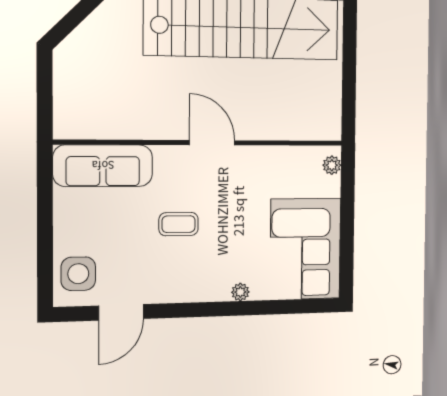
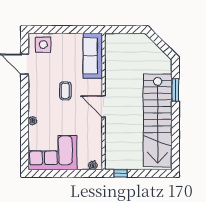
window: (349, 108) -> (121, 173), added
door: (212, 143) -> (103, 106), swing flipped

